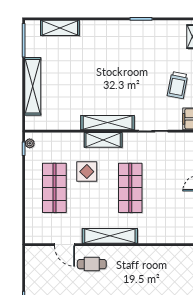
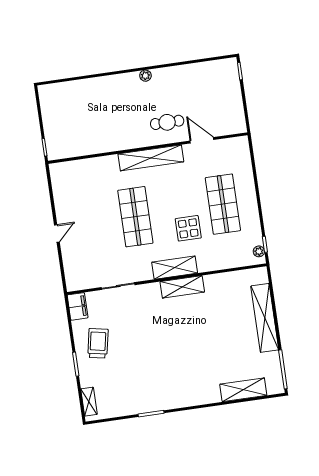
shelving: (108, 123) -> (182, 287), width x0.68

